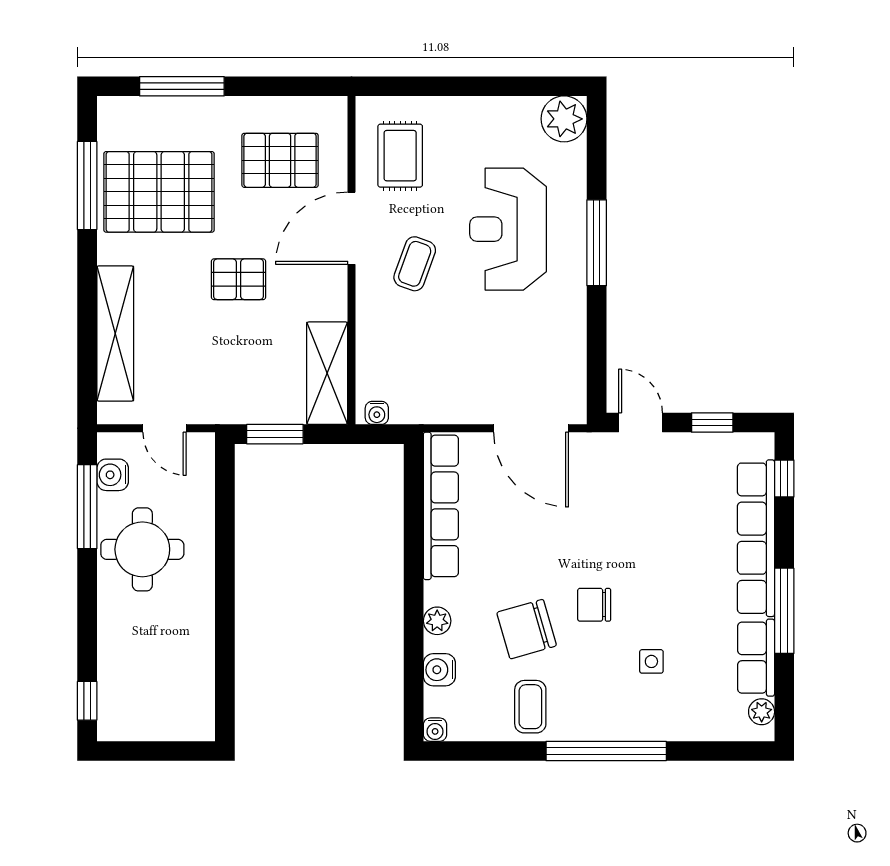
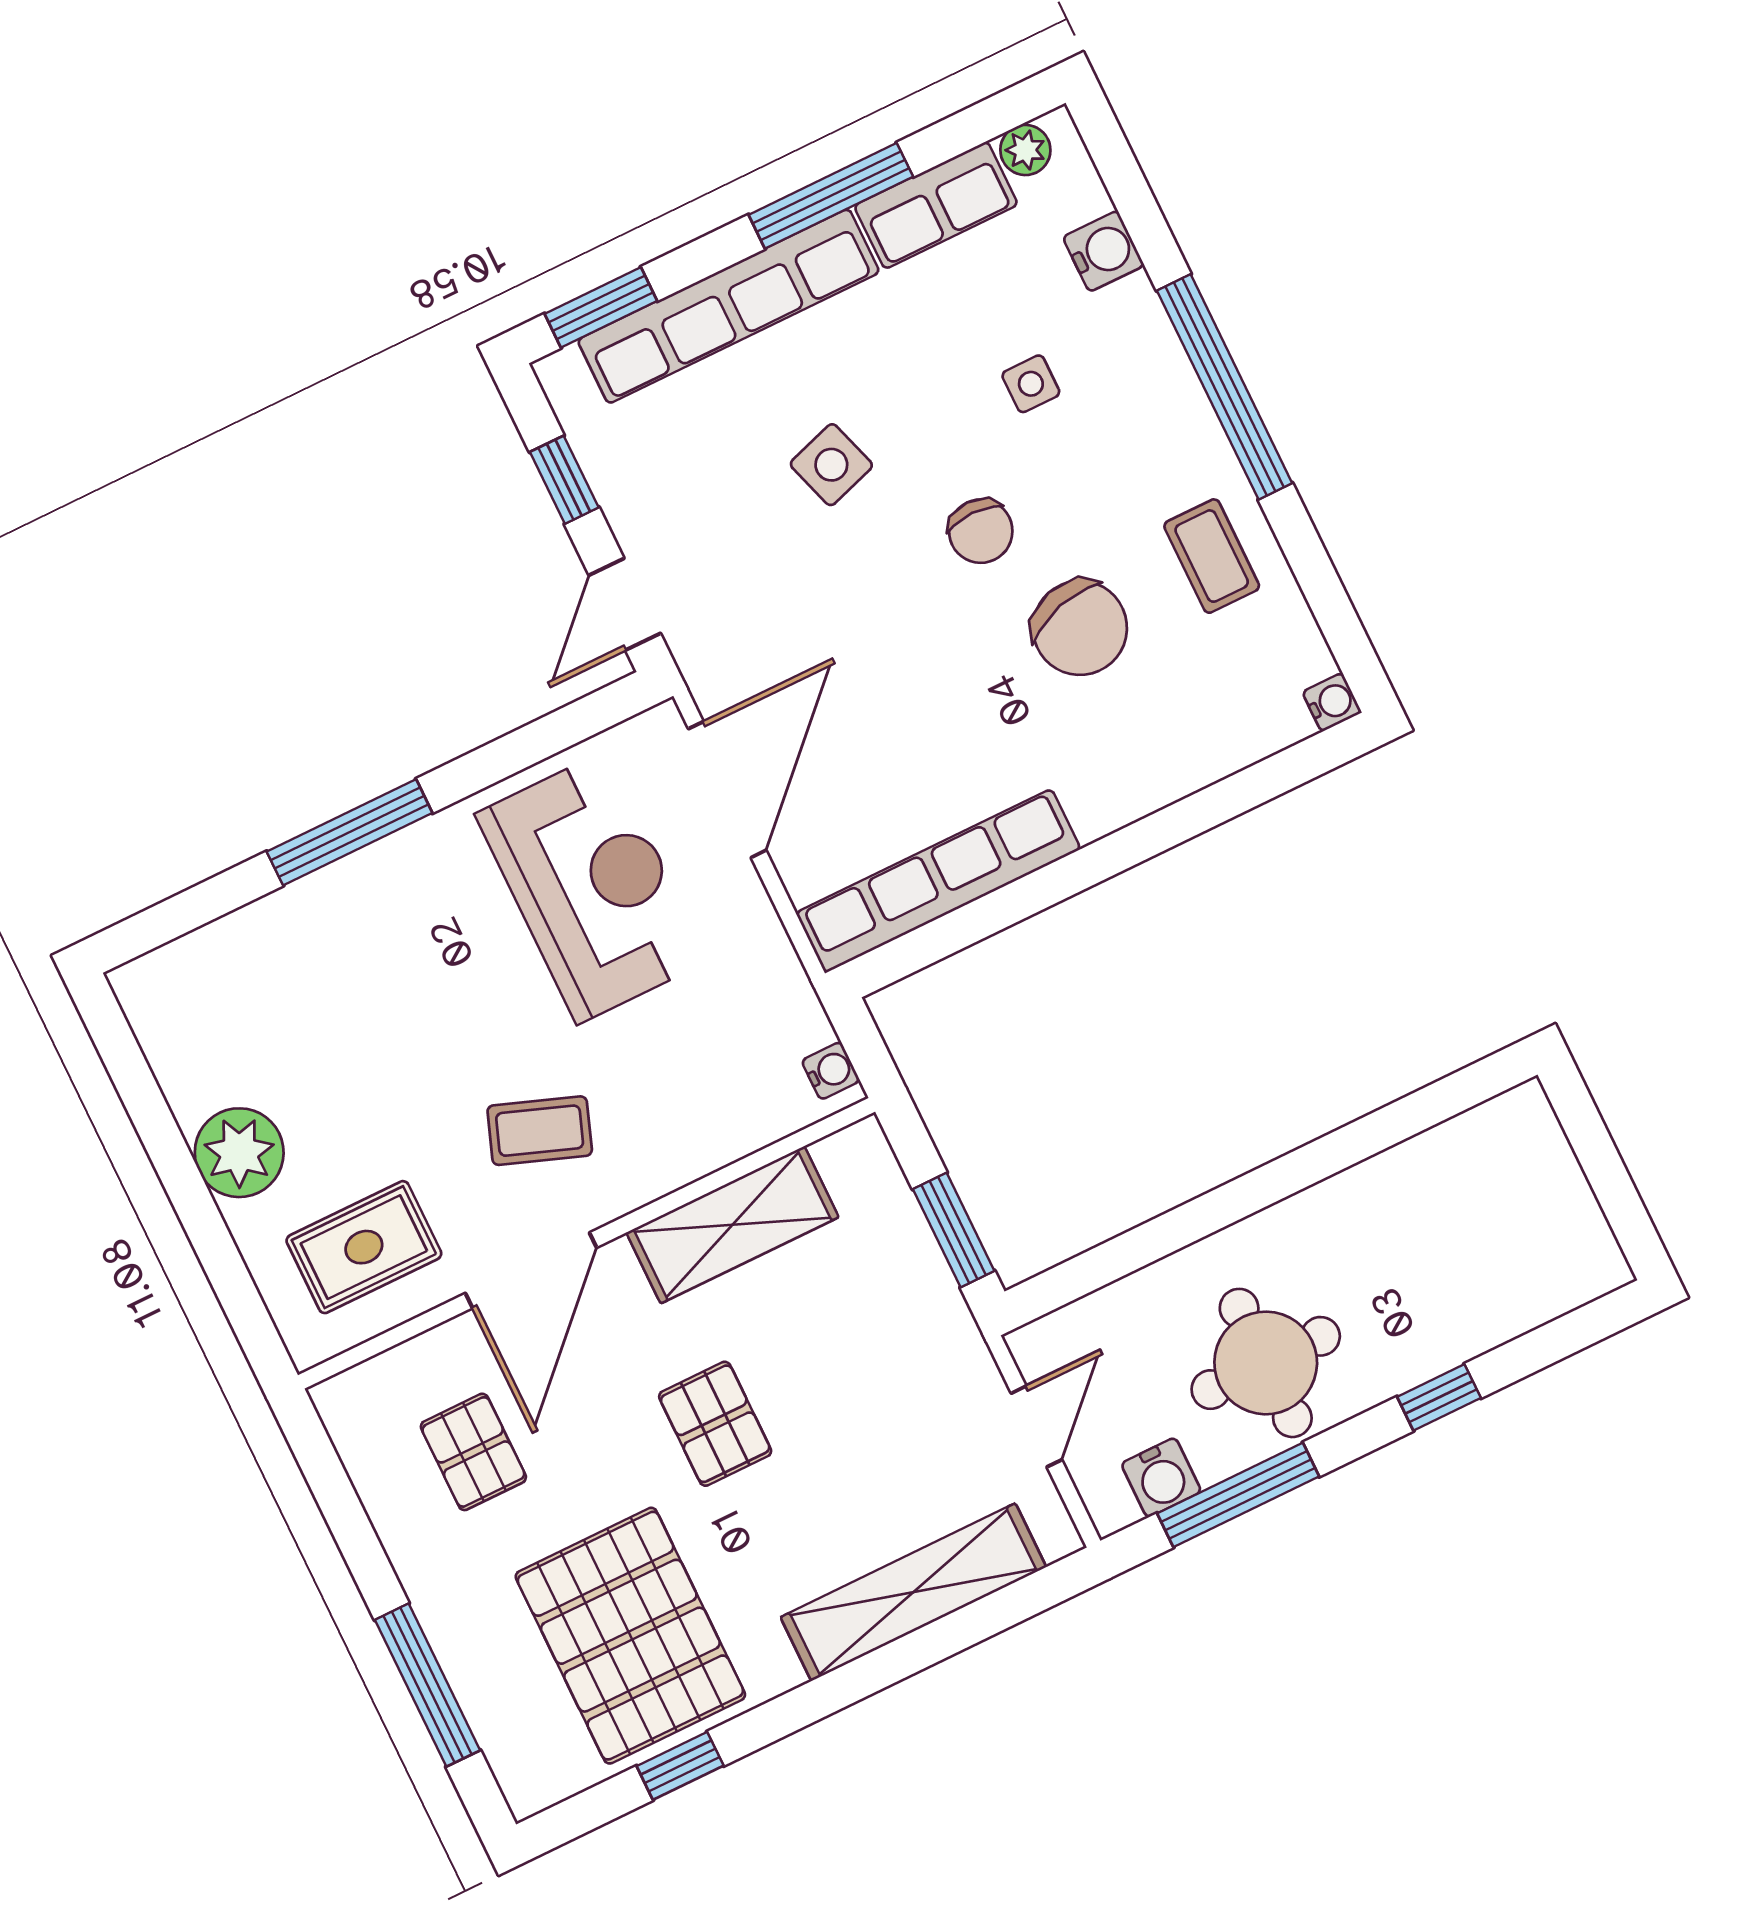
plant: (564, 119) -> (239, 1153), moved
pallet: (280, 160) -> (473, 1452), width x0.67, depth x0.71
window: (87, 186) -> (680, 1766), width x0.46
door: (352, 228) -> (531, 1270), hinge flipped
reception desk: (508, 229) -> (592, 887), moved, turned -90
shelving: (327, 373) -> (733, 1225), moved
window: (784, 478) -> (601, 307), width x1.50
side table: (659, 550) -> (831, 465), added
plant: (437, 621) -> (1141, 790), removed
water cooler: (439, 670) -> (1103, 251), moved, turned -90
window: (87, 701) -> (1439, 1397), moved
coffee table: (530, 707) -> (1212, 556), turned 90

